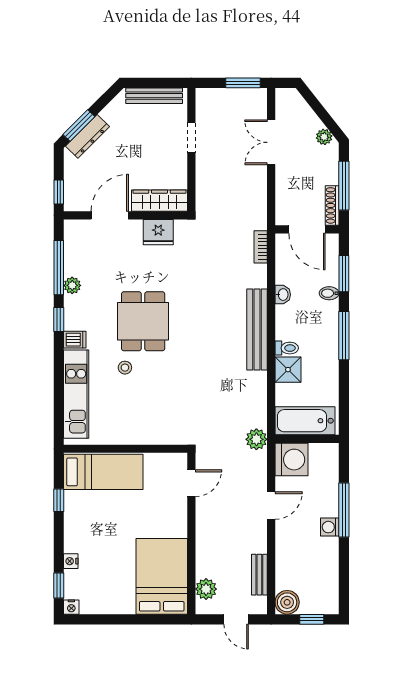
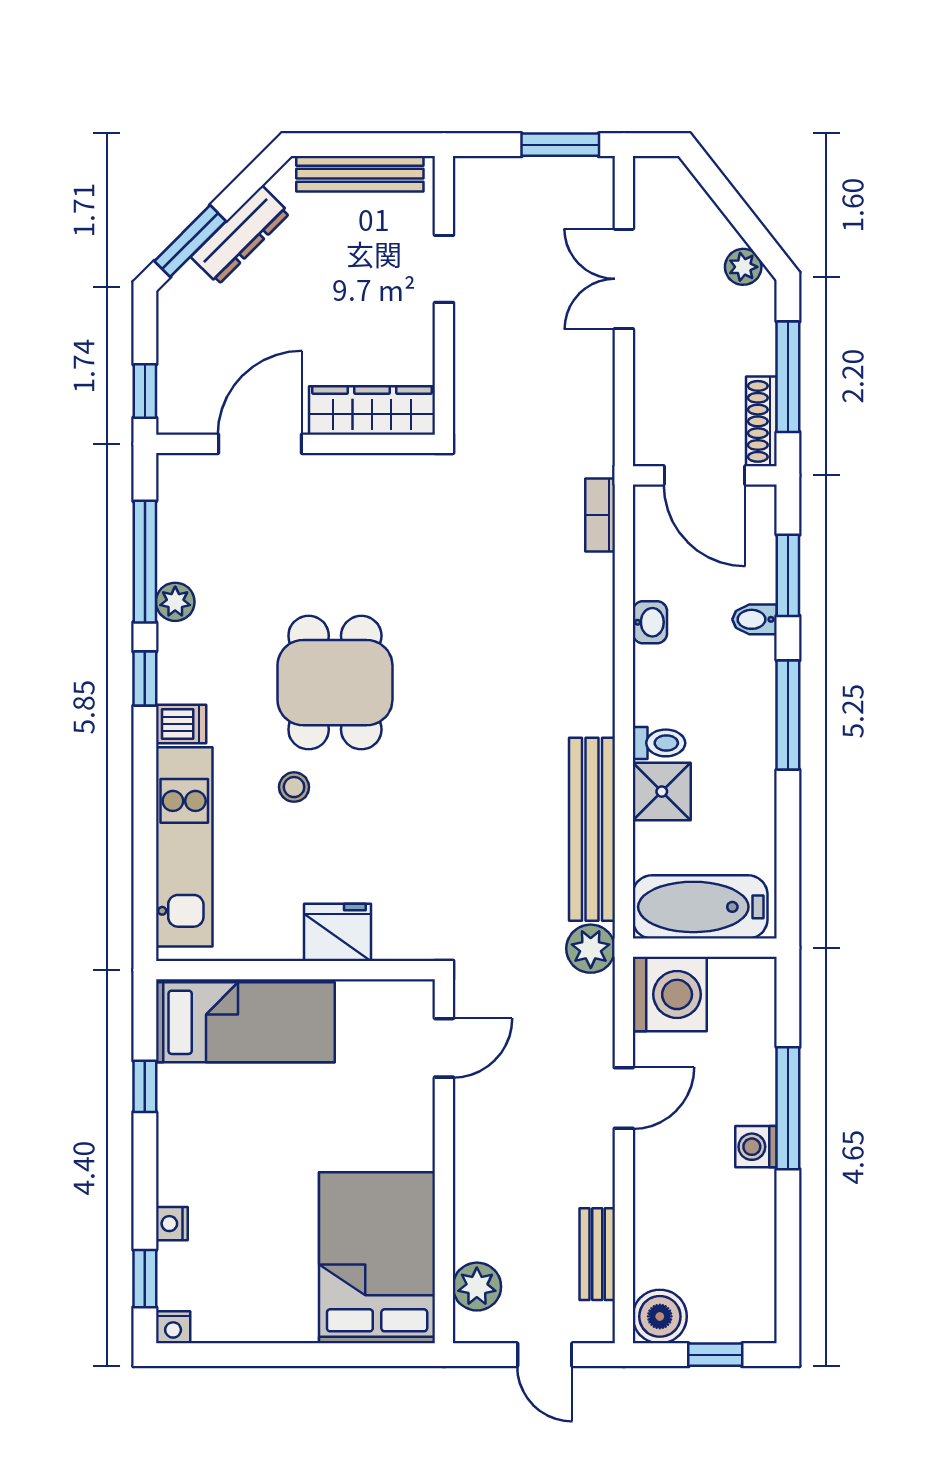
dresser: (87, 136) -> (240, 235), moved
fridge: (158, 232) -> (337, 932), moved, turned 180
bench: (257, 329) -> (592, 829), moved

